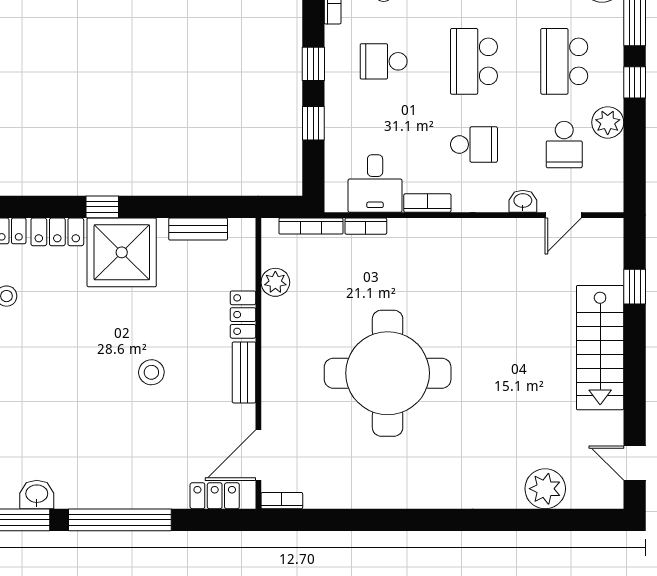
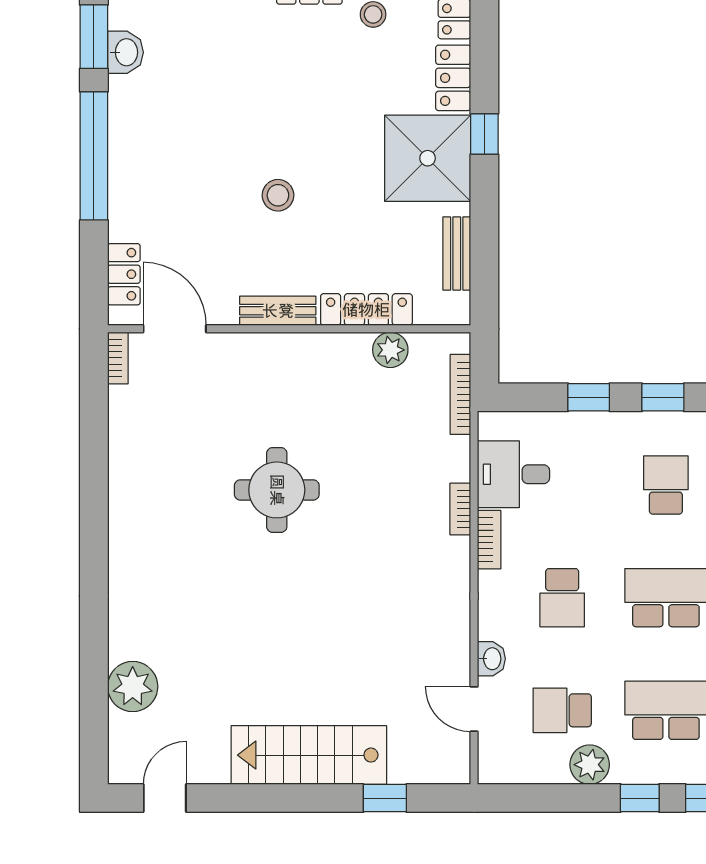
bookcase: (366, 226) -> (460, 509), moved
locker: (243, 315) -> (366, 310), width x1.53
round table: (388, 373) -> (277, 490), width x0.54, depth x0.54

